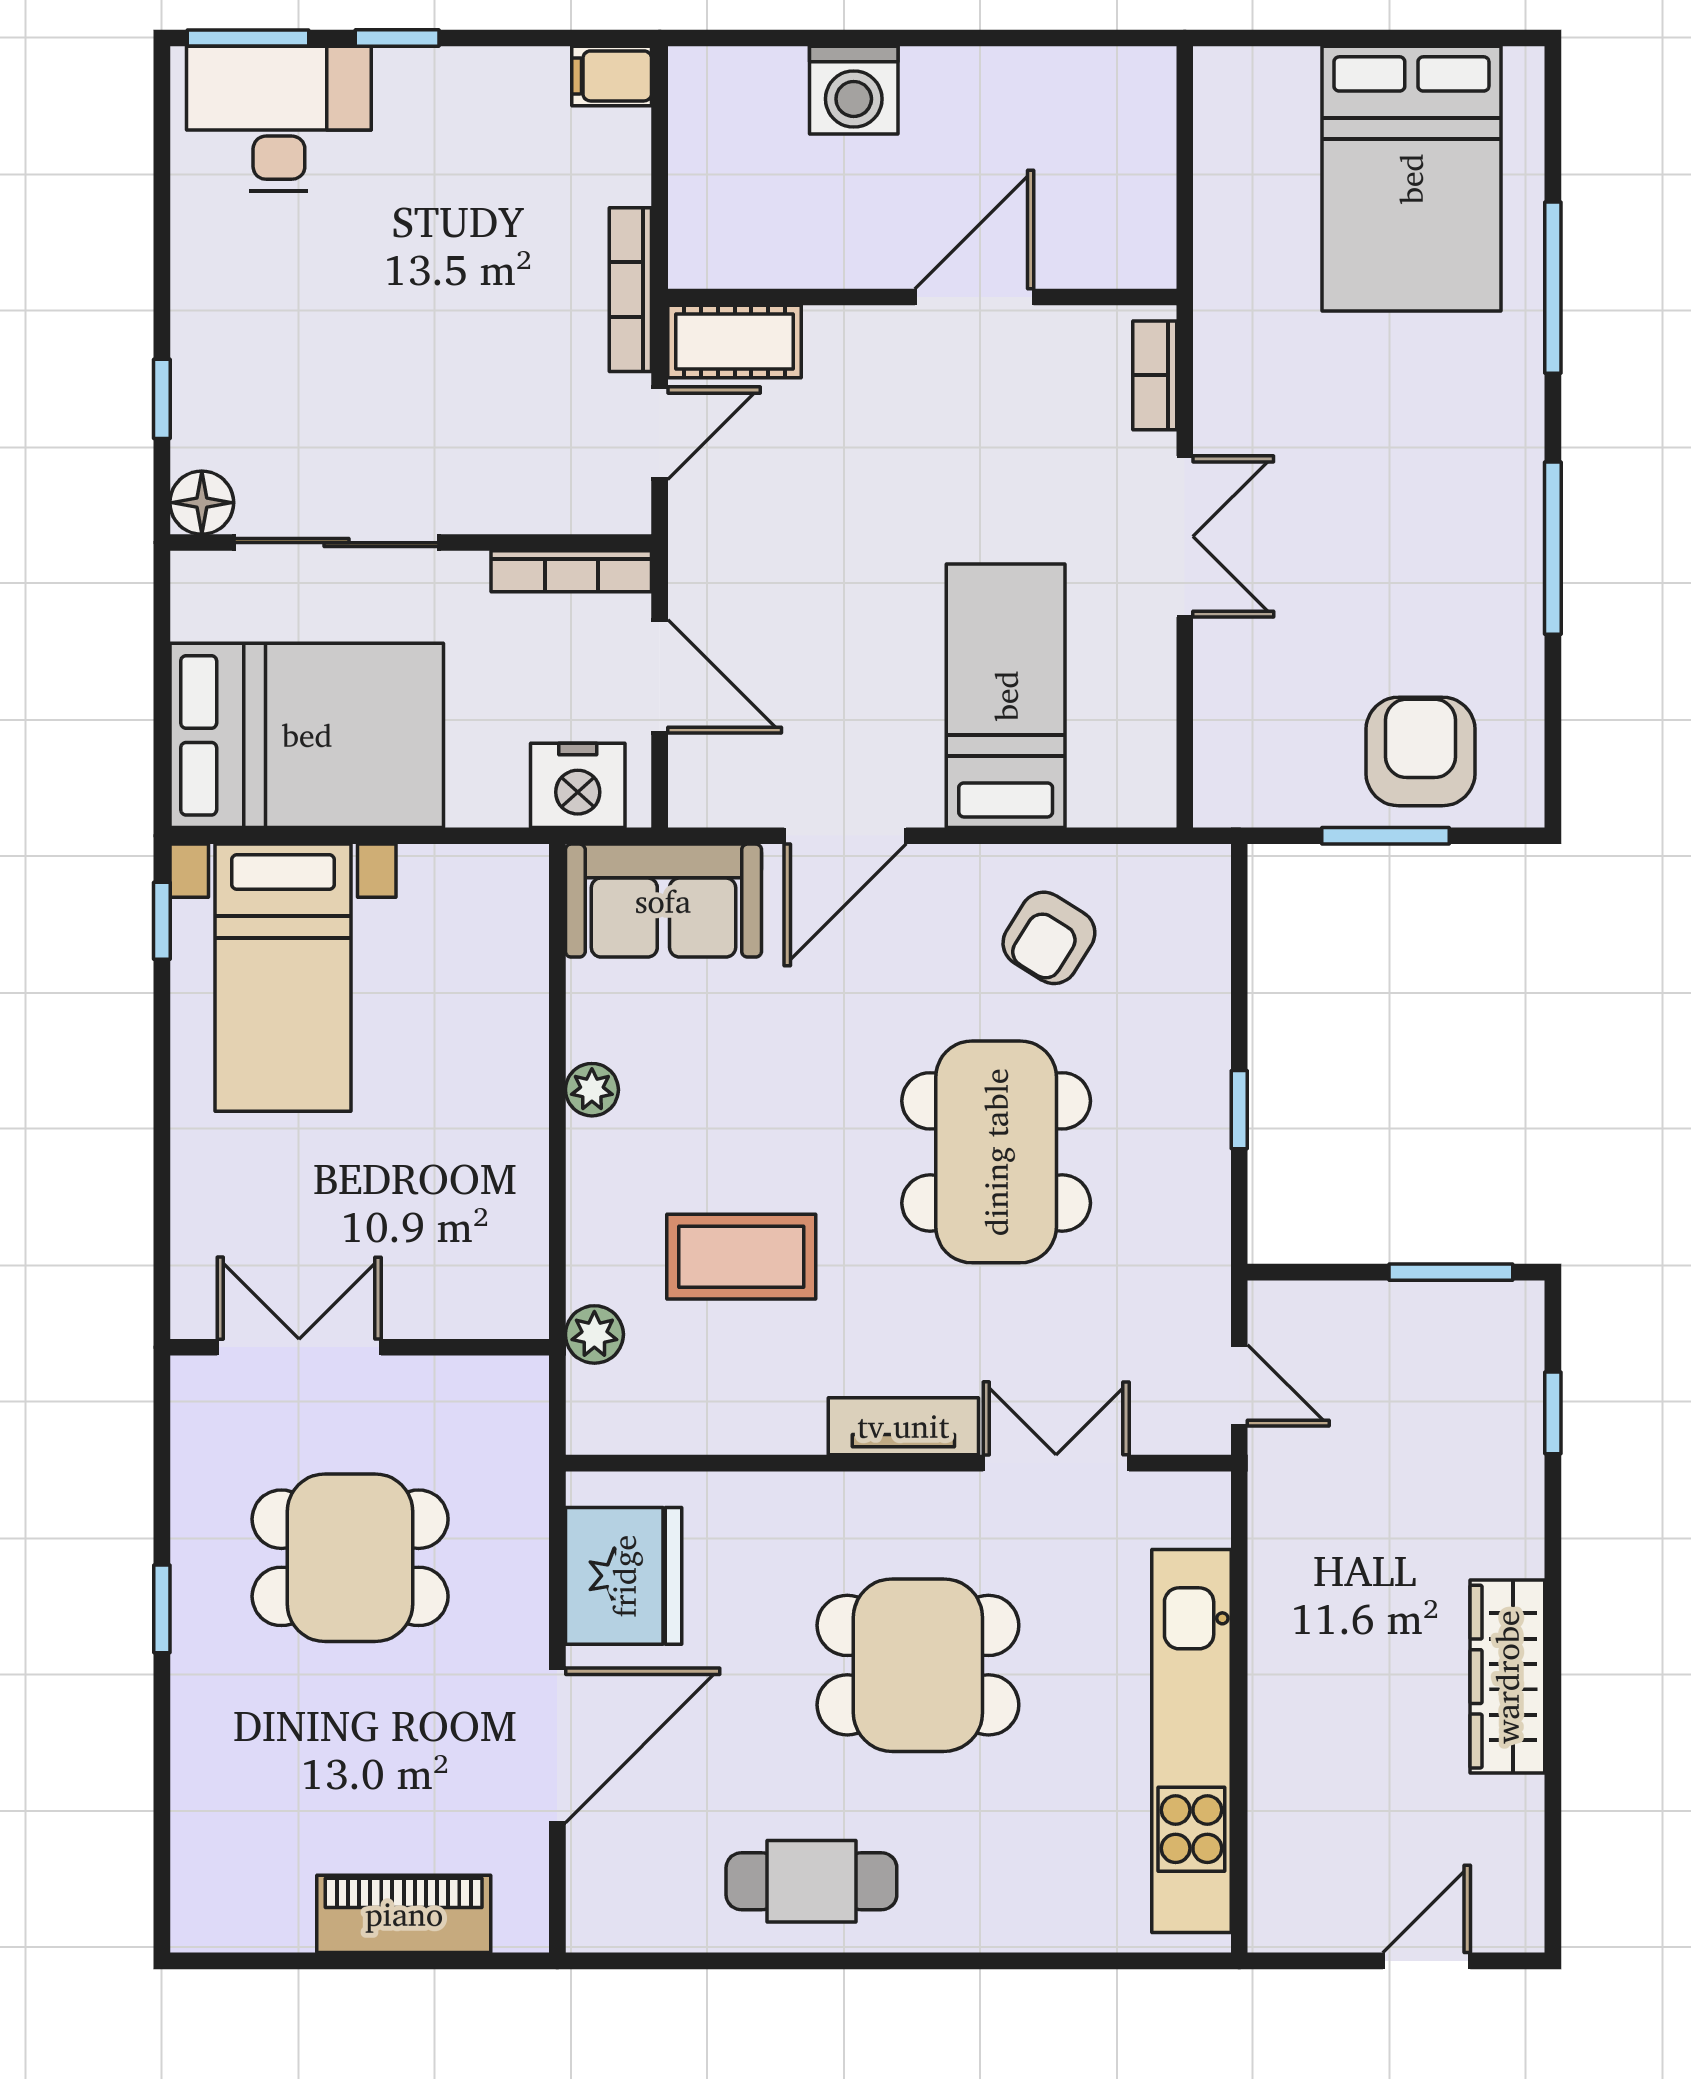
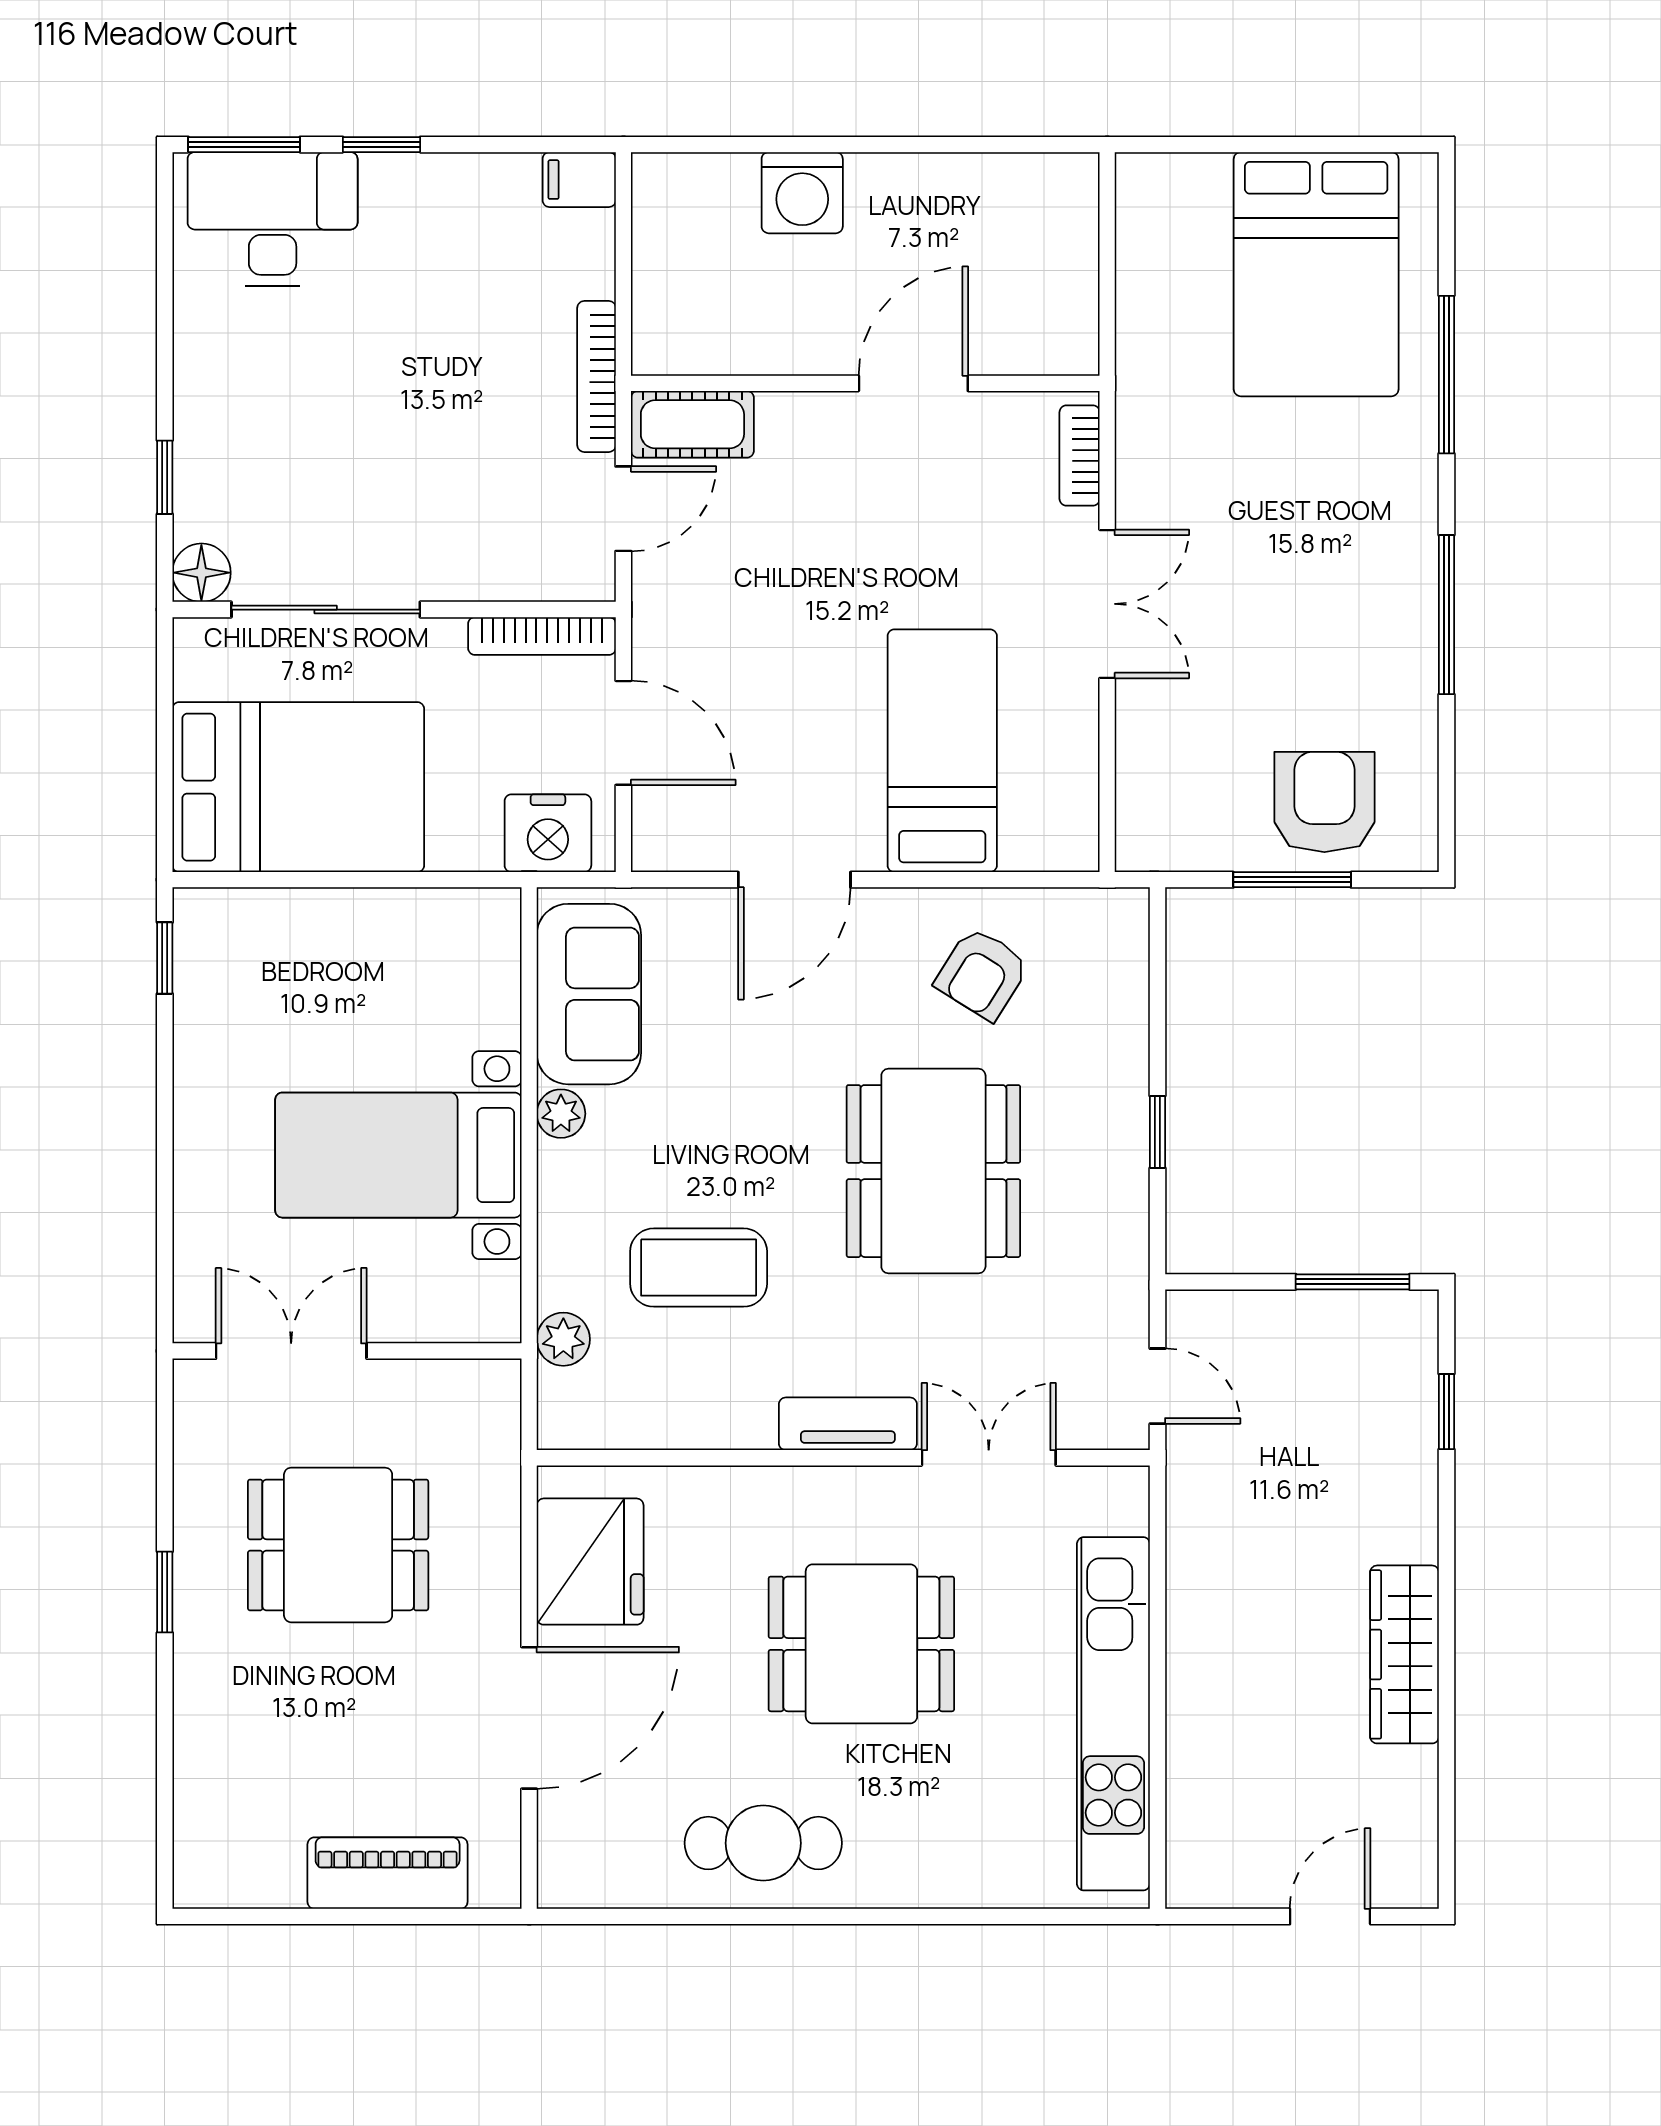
sofa: (663, 901) -> (589, 994), moved, turned -90
bed with nightstands: (283, 978) -> (398, 1155), moved, turned 90

